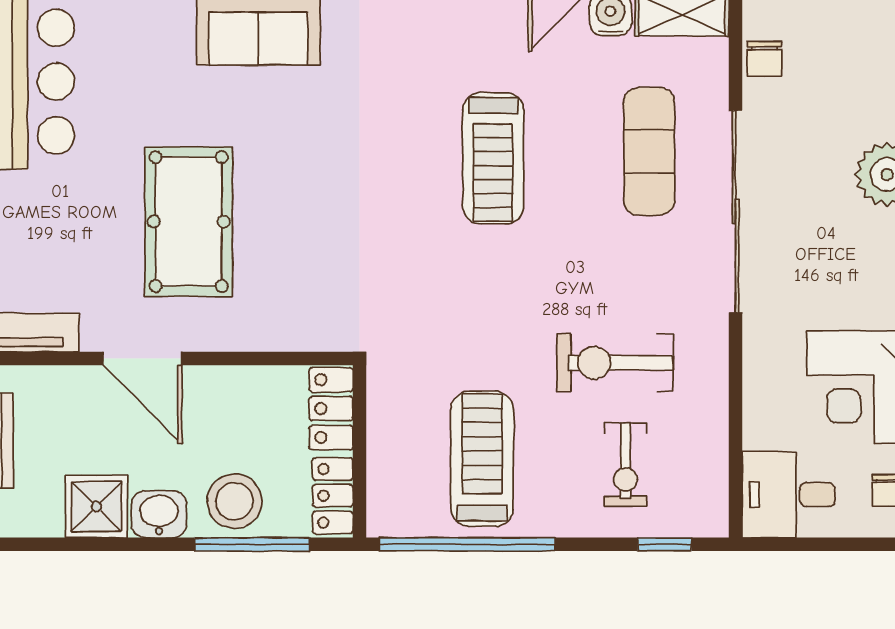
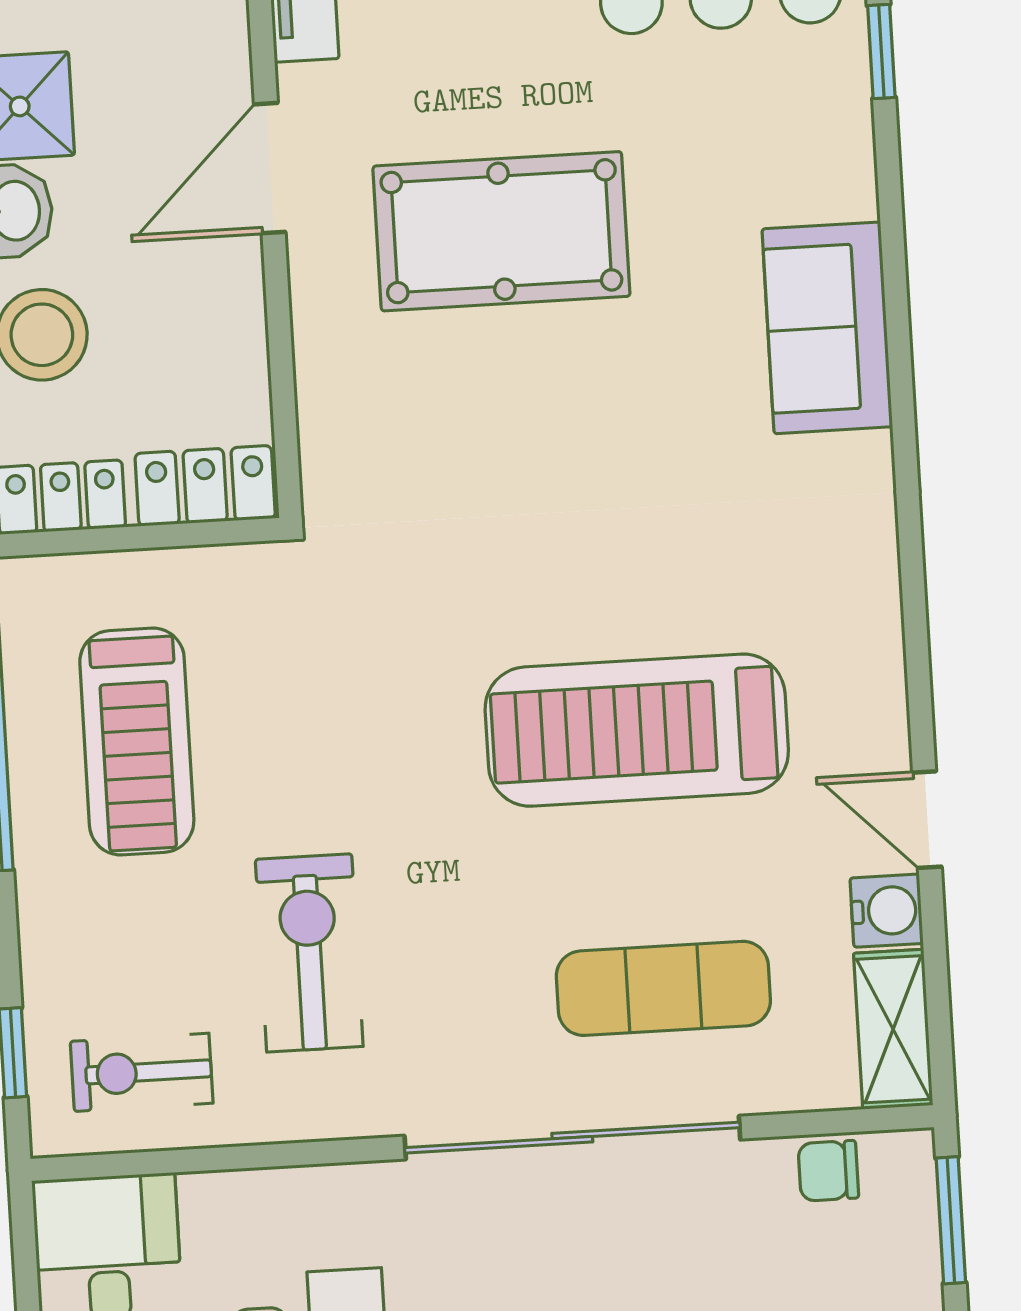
treadmill: (493, 158) -> (637, 730), width x1.37, depth x1.38
treadmill: (482, 459) -> (137, 742), turned 90
exercise bike: (626, 464) -> (142, 1072), moved

